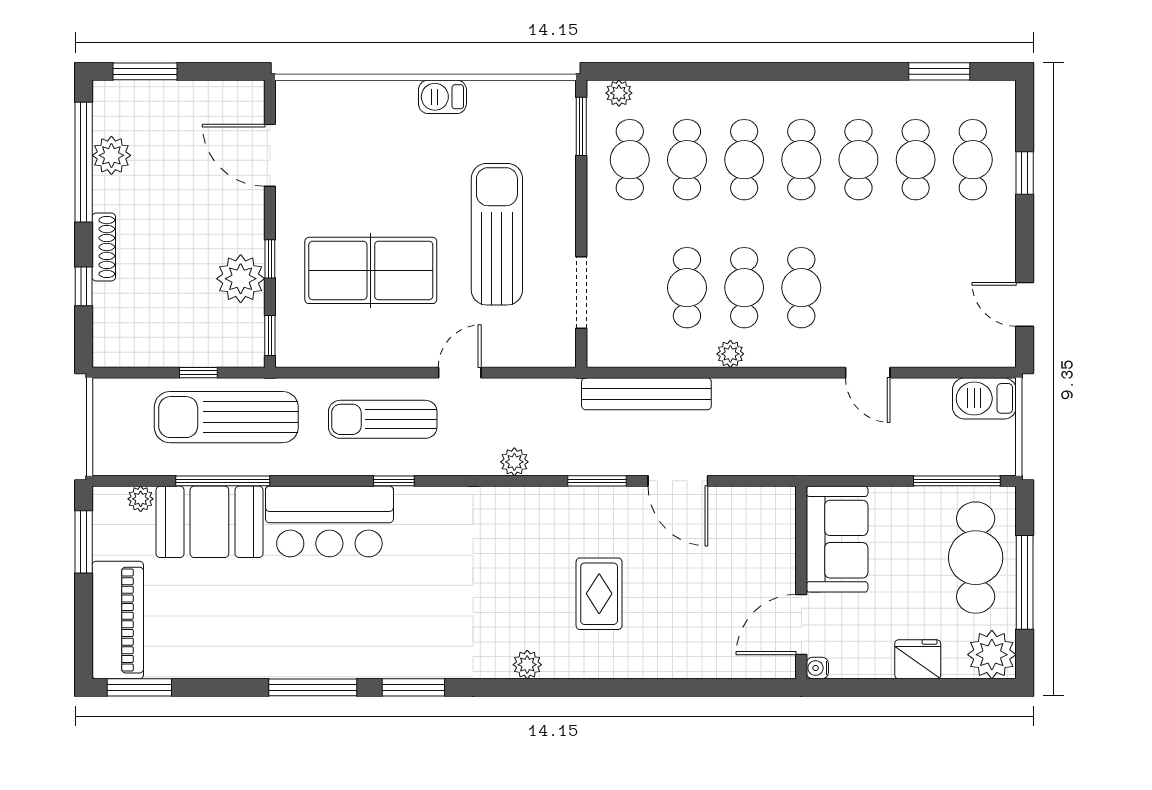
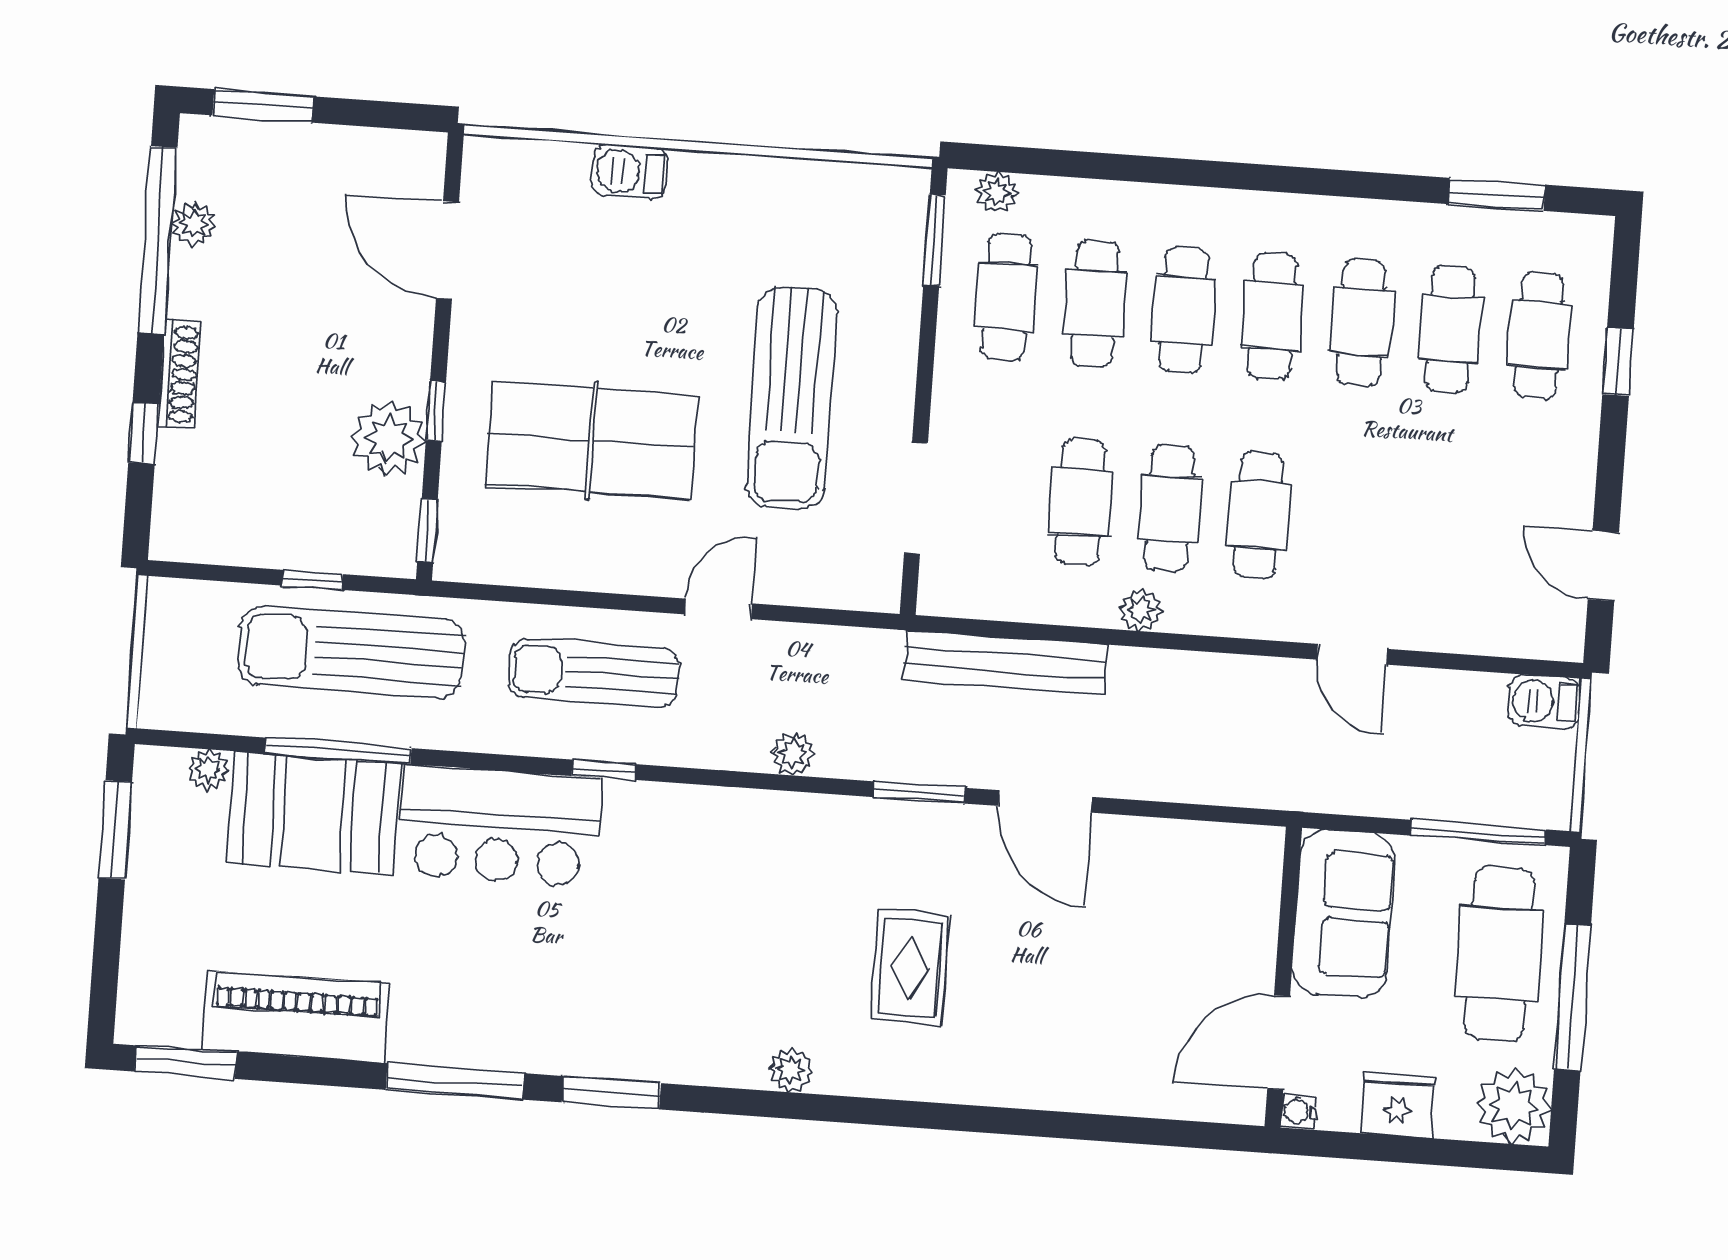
barbecue: (442, 97) -> (630, 172), moved
plant: (111, 155) -> (194, 224), width x0.73, depth x0.73
sun lounger: (497, 234) -> (791, 398), turned 180
barbecue: (984, 398) -> (1544, 702), width x0.73, depth x0.79
sofa: (837, 539) -> (1344, 914), moved
wall: (801, 582) -> (1283, 977), moved
piano: (118, 620) -> (296, 1017), moved, turned -90
door: (801, 625) -> (1279, 1042), moved
water cooler: (817, 668) -> (1299, 1112), moved

